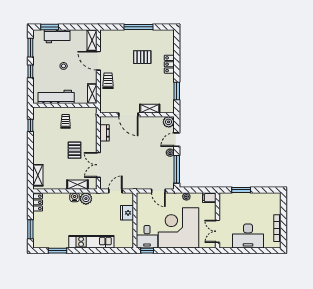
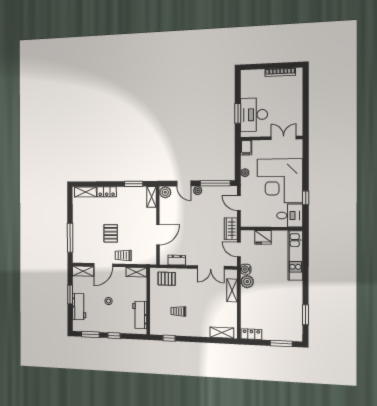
window: (50, 27) -> (70, 295), moved
window: (138, 27) -> (70, 238), moved
shelving: (169, 43) -> (85, 192), added
pallet: (142, 57) -> (111, 233), moved
workbench: (56, 97) -> (140, 315), width x0.73
shelving: (150, 109) -> (152, 197), moved
trolley: (66, 121) -> (178, 311), moved
pallet: (75, 150) -> (167, 279), moved
wardrobe: (134, 184) -> (231, 229), added
door: (158, 191) -> (239, 203), swing flipped
water cooler: (75, 197) -> (246, 269), moved
double door: (218, 231) -> (284, 138), swing flipped
desk: (248, 236) -> (254, 115), moved, turned 180
kitchen unit: (91, 242) -> (295, 255), moved
window: (147, 251) -> (306, 198), moved

